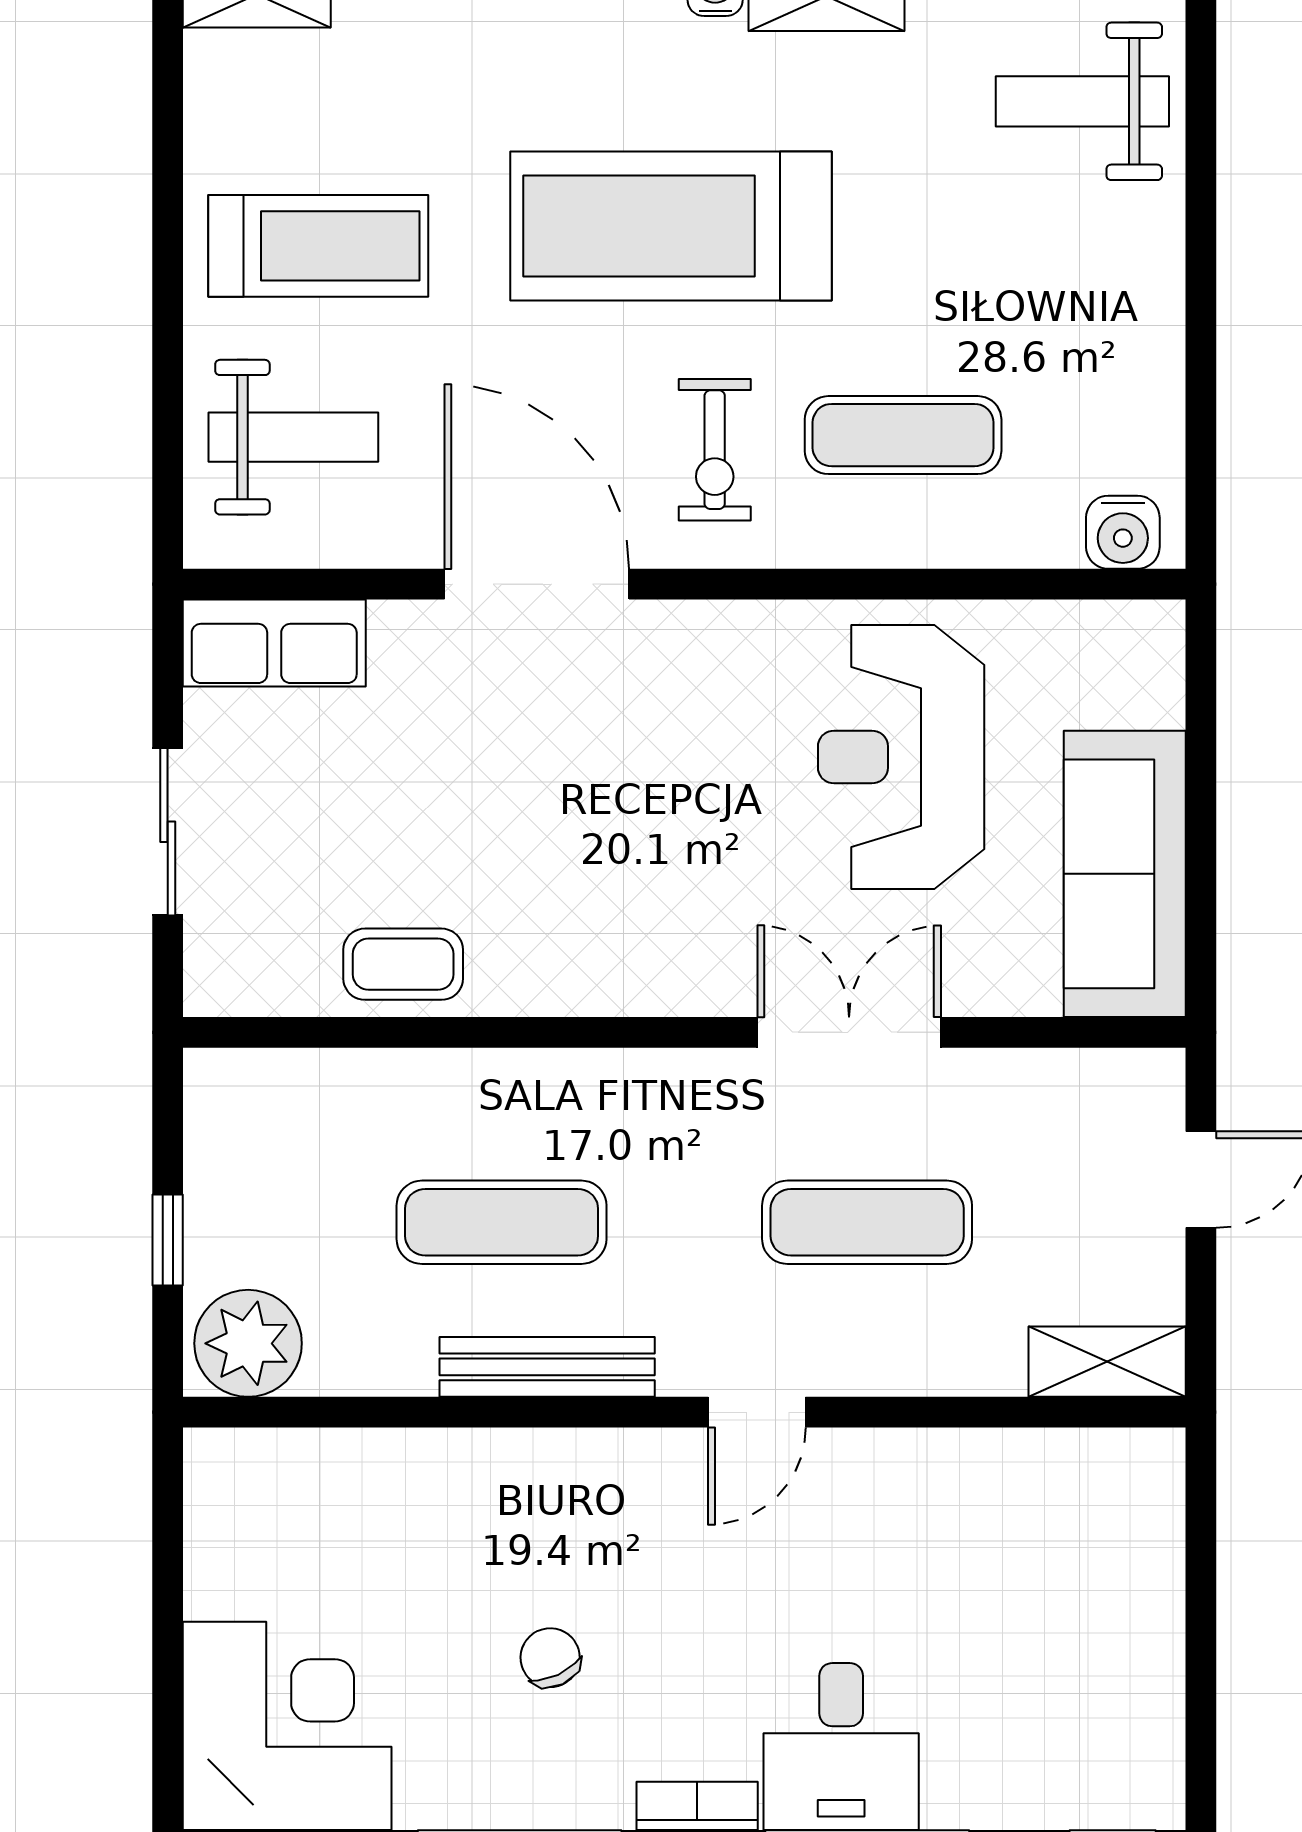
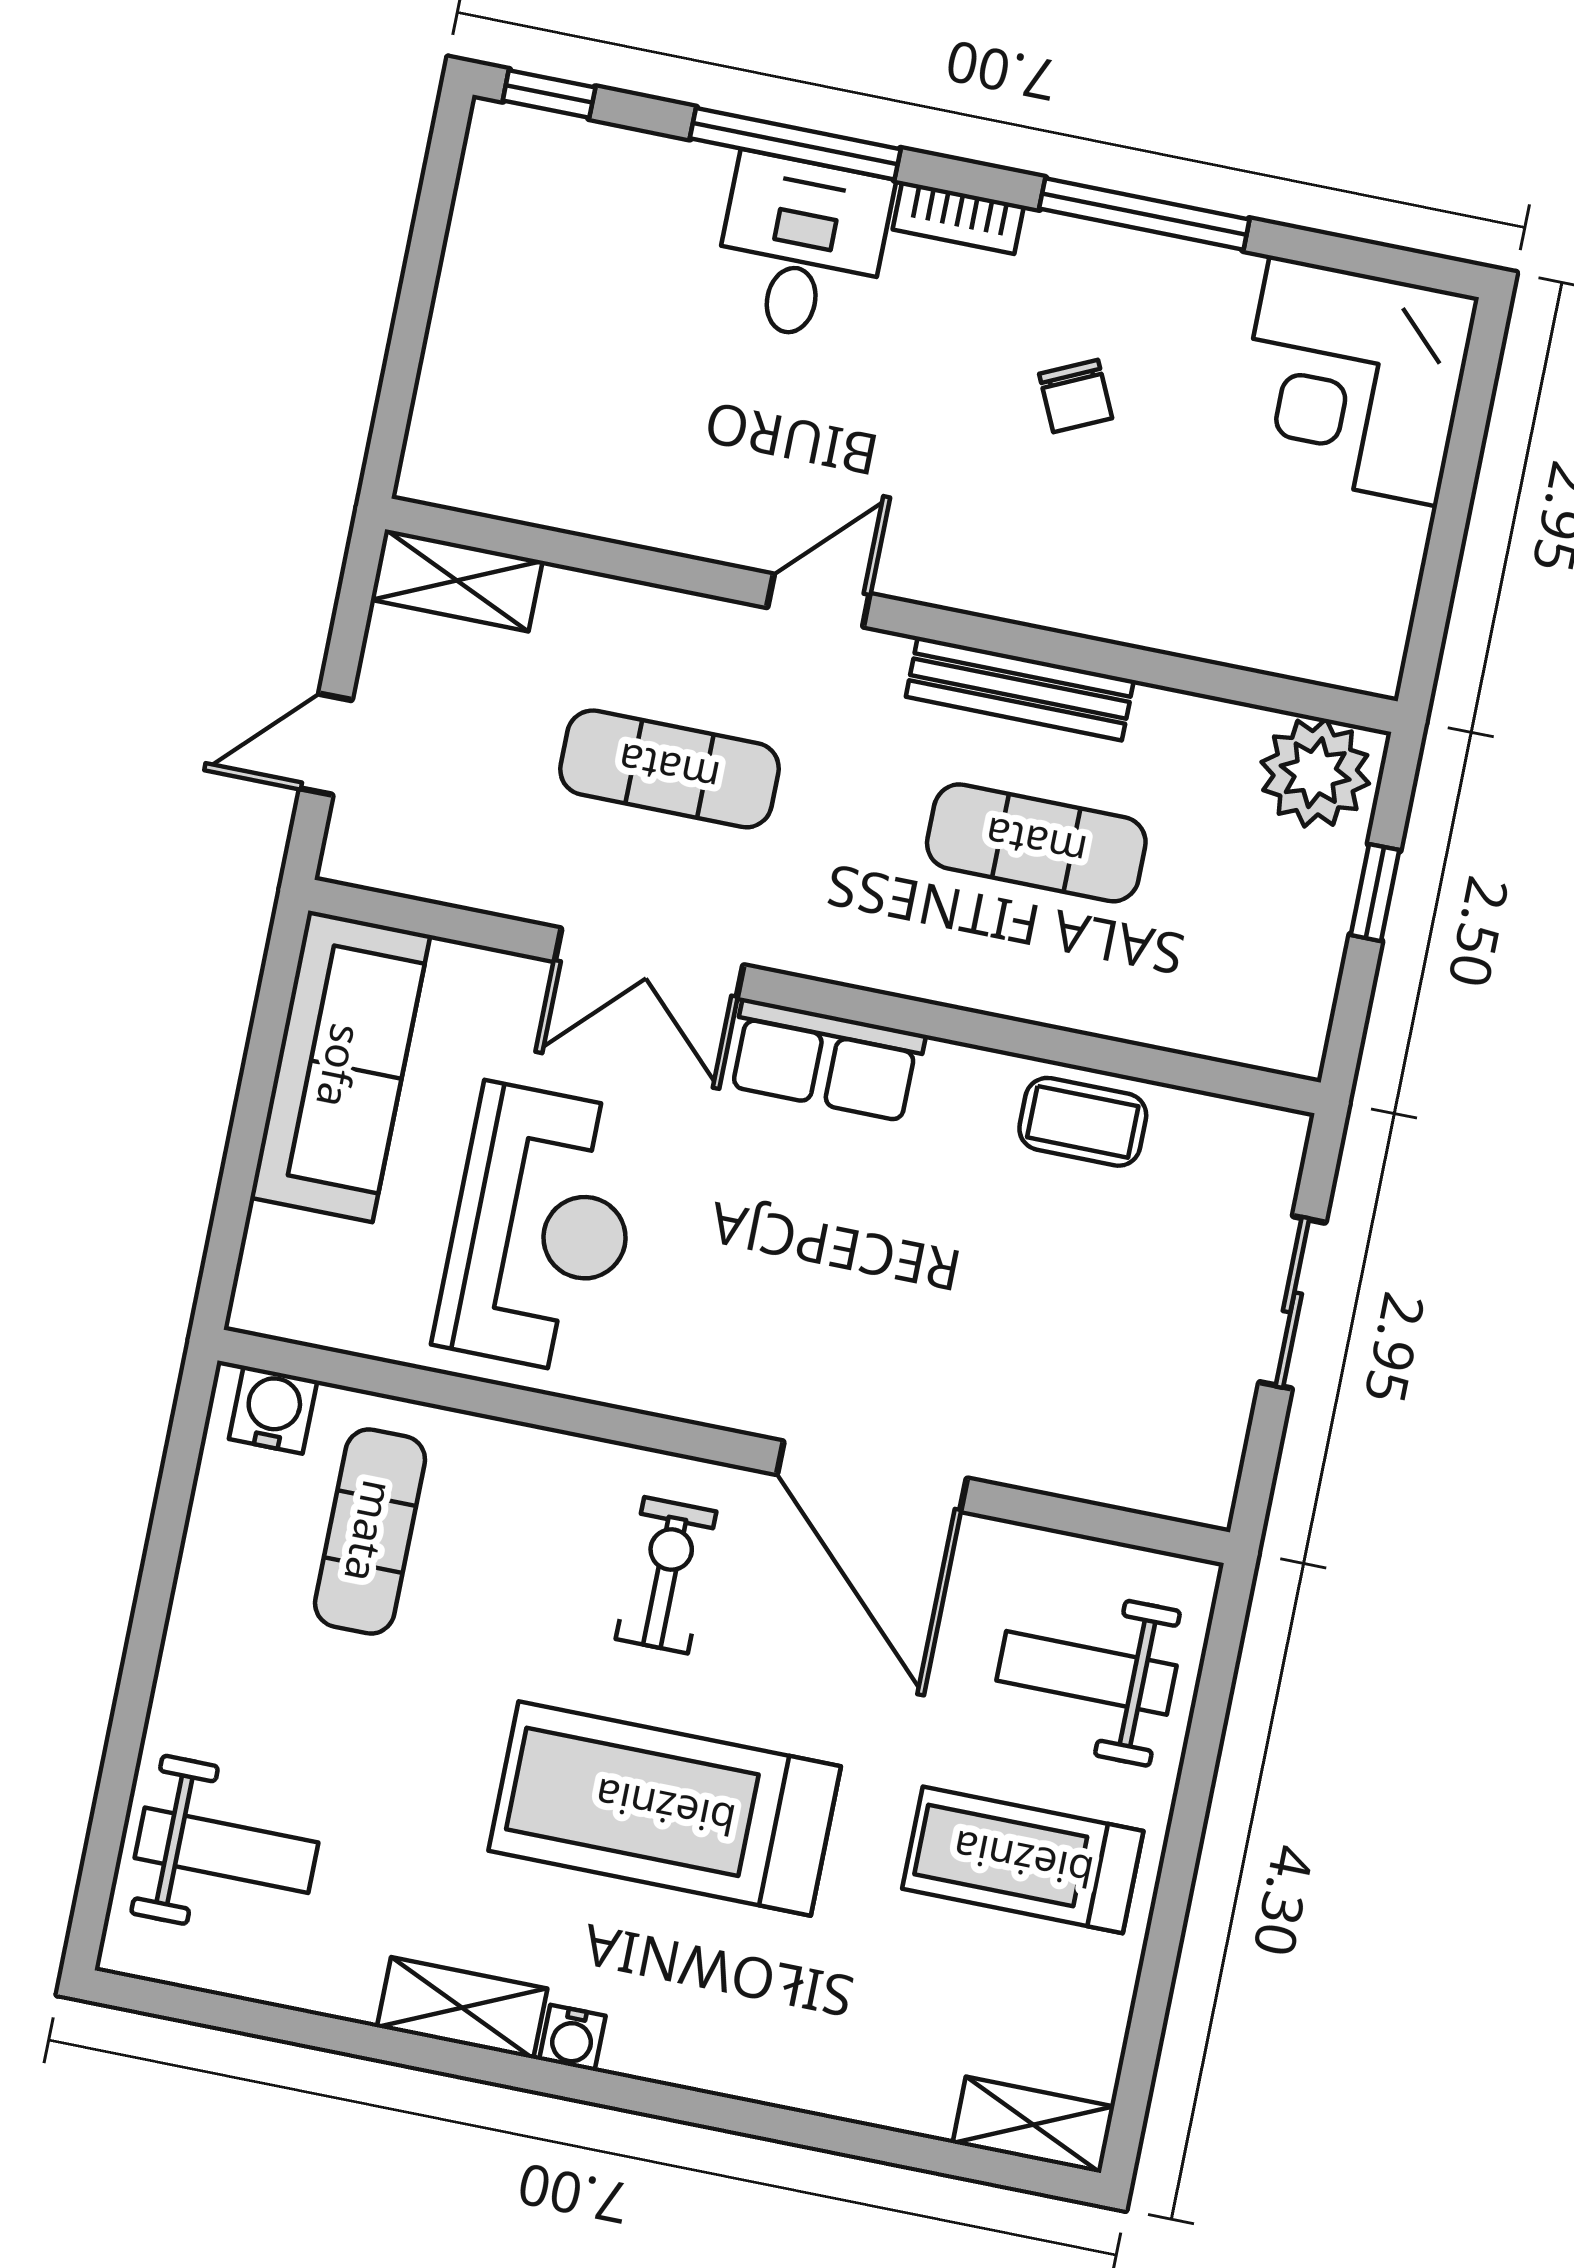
treadmill: (671, 226) -> (665, 1808), turned 180
exercise mat: (903, 435) -> (370, 1531), moved, turned 90
row of seats: (274, 643) -> (826, 1060), moved, turned 180

